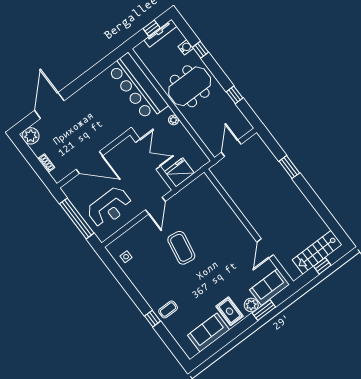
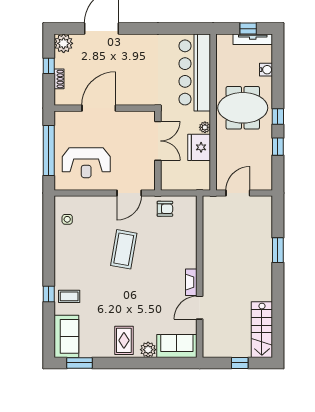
window: (201, 50) -> (278, 116), moved
window: (32, 159) -> (49, 66), added
door: (89, 162) -> (99, 108), swing flipped
fridge: (179, 172) -> (199, 147), moved, turned -90
armchair: (189, 198) -> (165, 209), added
fireplace: (246, 235) -> (191, 282), added
stairs: (317, 252) -> (262, 330), moved, turned -90
window: (264, 310) -> (79, 363), moved
sofa: (208, 333) -> (66, 336), moved, turned 90

